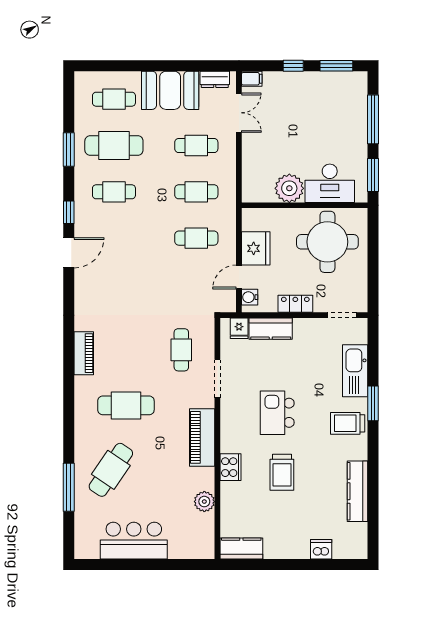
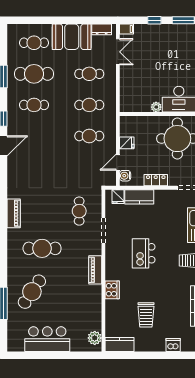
plant: (289, 188) -> (156, 107), width x0.53, depth x0.53
fridge: (256, 248) -> (127, 143), width x0.53, depth x0.75
piano: (202, 437) -> (95, 270), width x0.73, depth x0.75
trolley: (282, 472) -> (146, 315), moved
plant: (204, 502) -> (95, 338), moved

